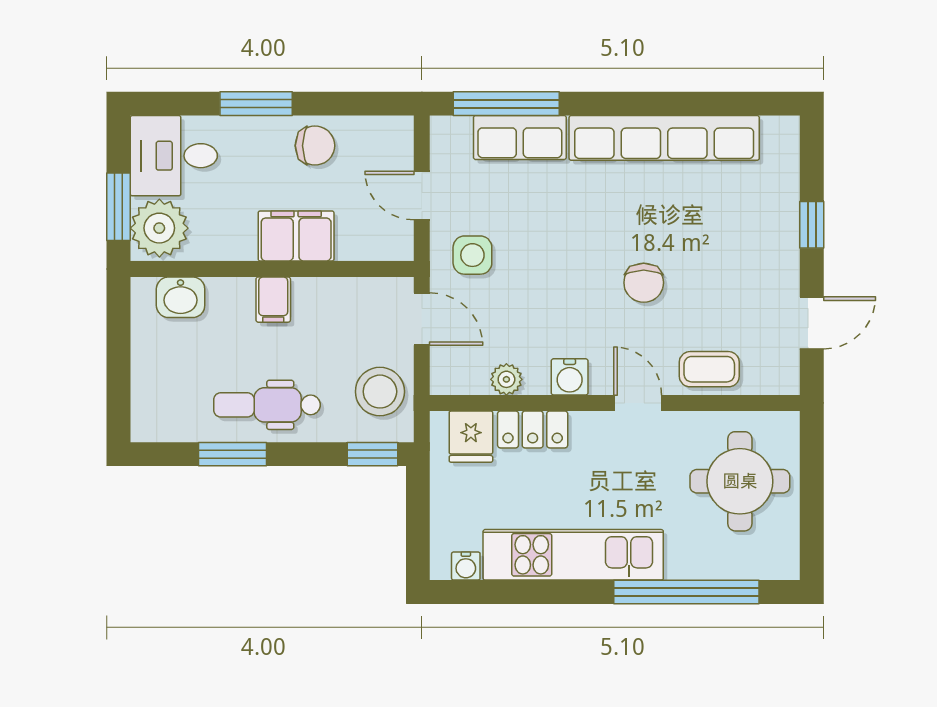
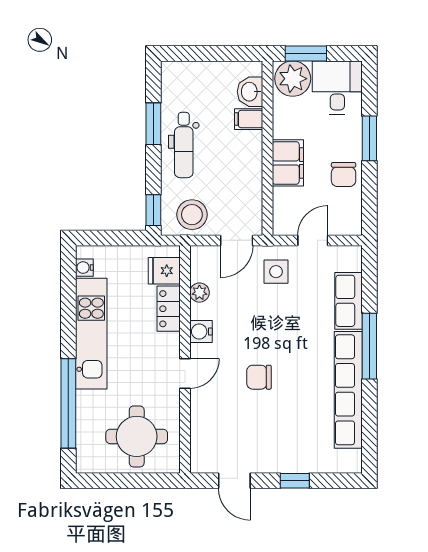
window: (506, 104) -> (369, 346), moved
filing cabinet: (273, 300) -> (249, 119), moved
coffee table: (709, 369) -> (206, 418), removed
dental chair: (267, 405) -> (184, 145), turned 180

